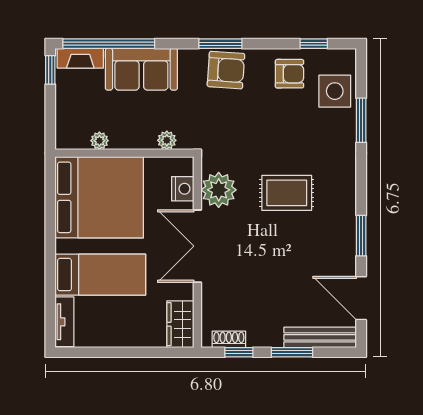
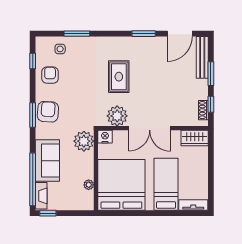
side table: (335, 91) -> (60, 49), width x0.54, depth x0.54
plant: (167, 140) -> (84, 141), width x1.88, depth x1.88
nightstand: (183, 189) -> (105, 137), moved

